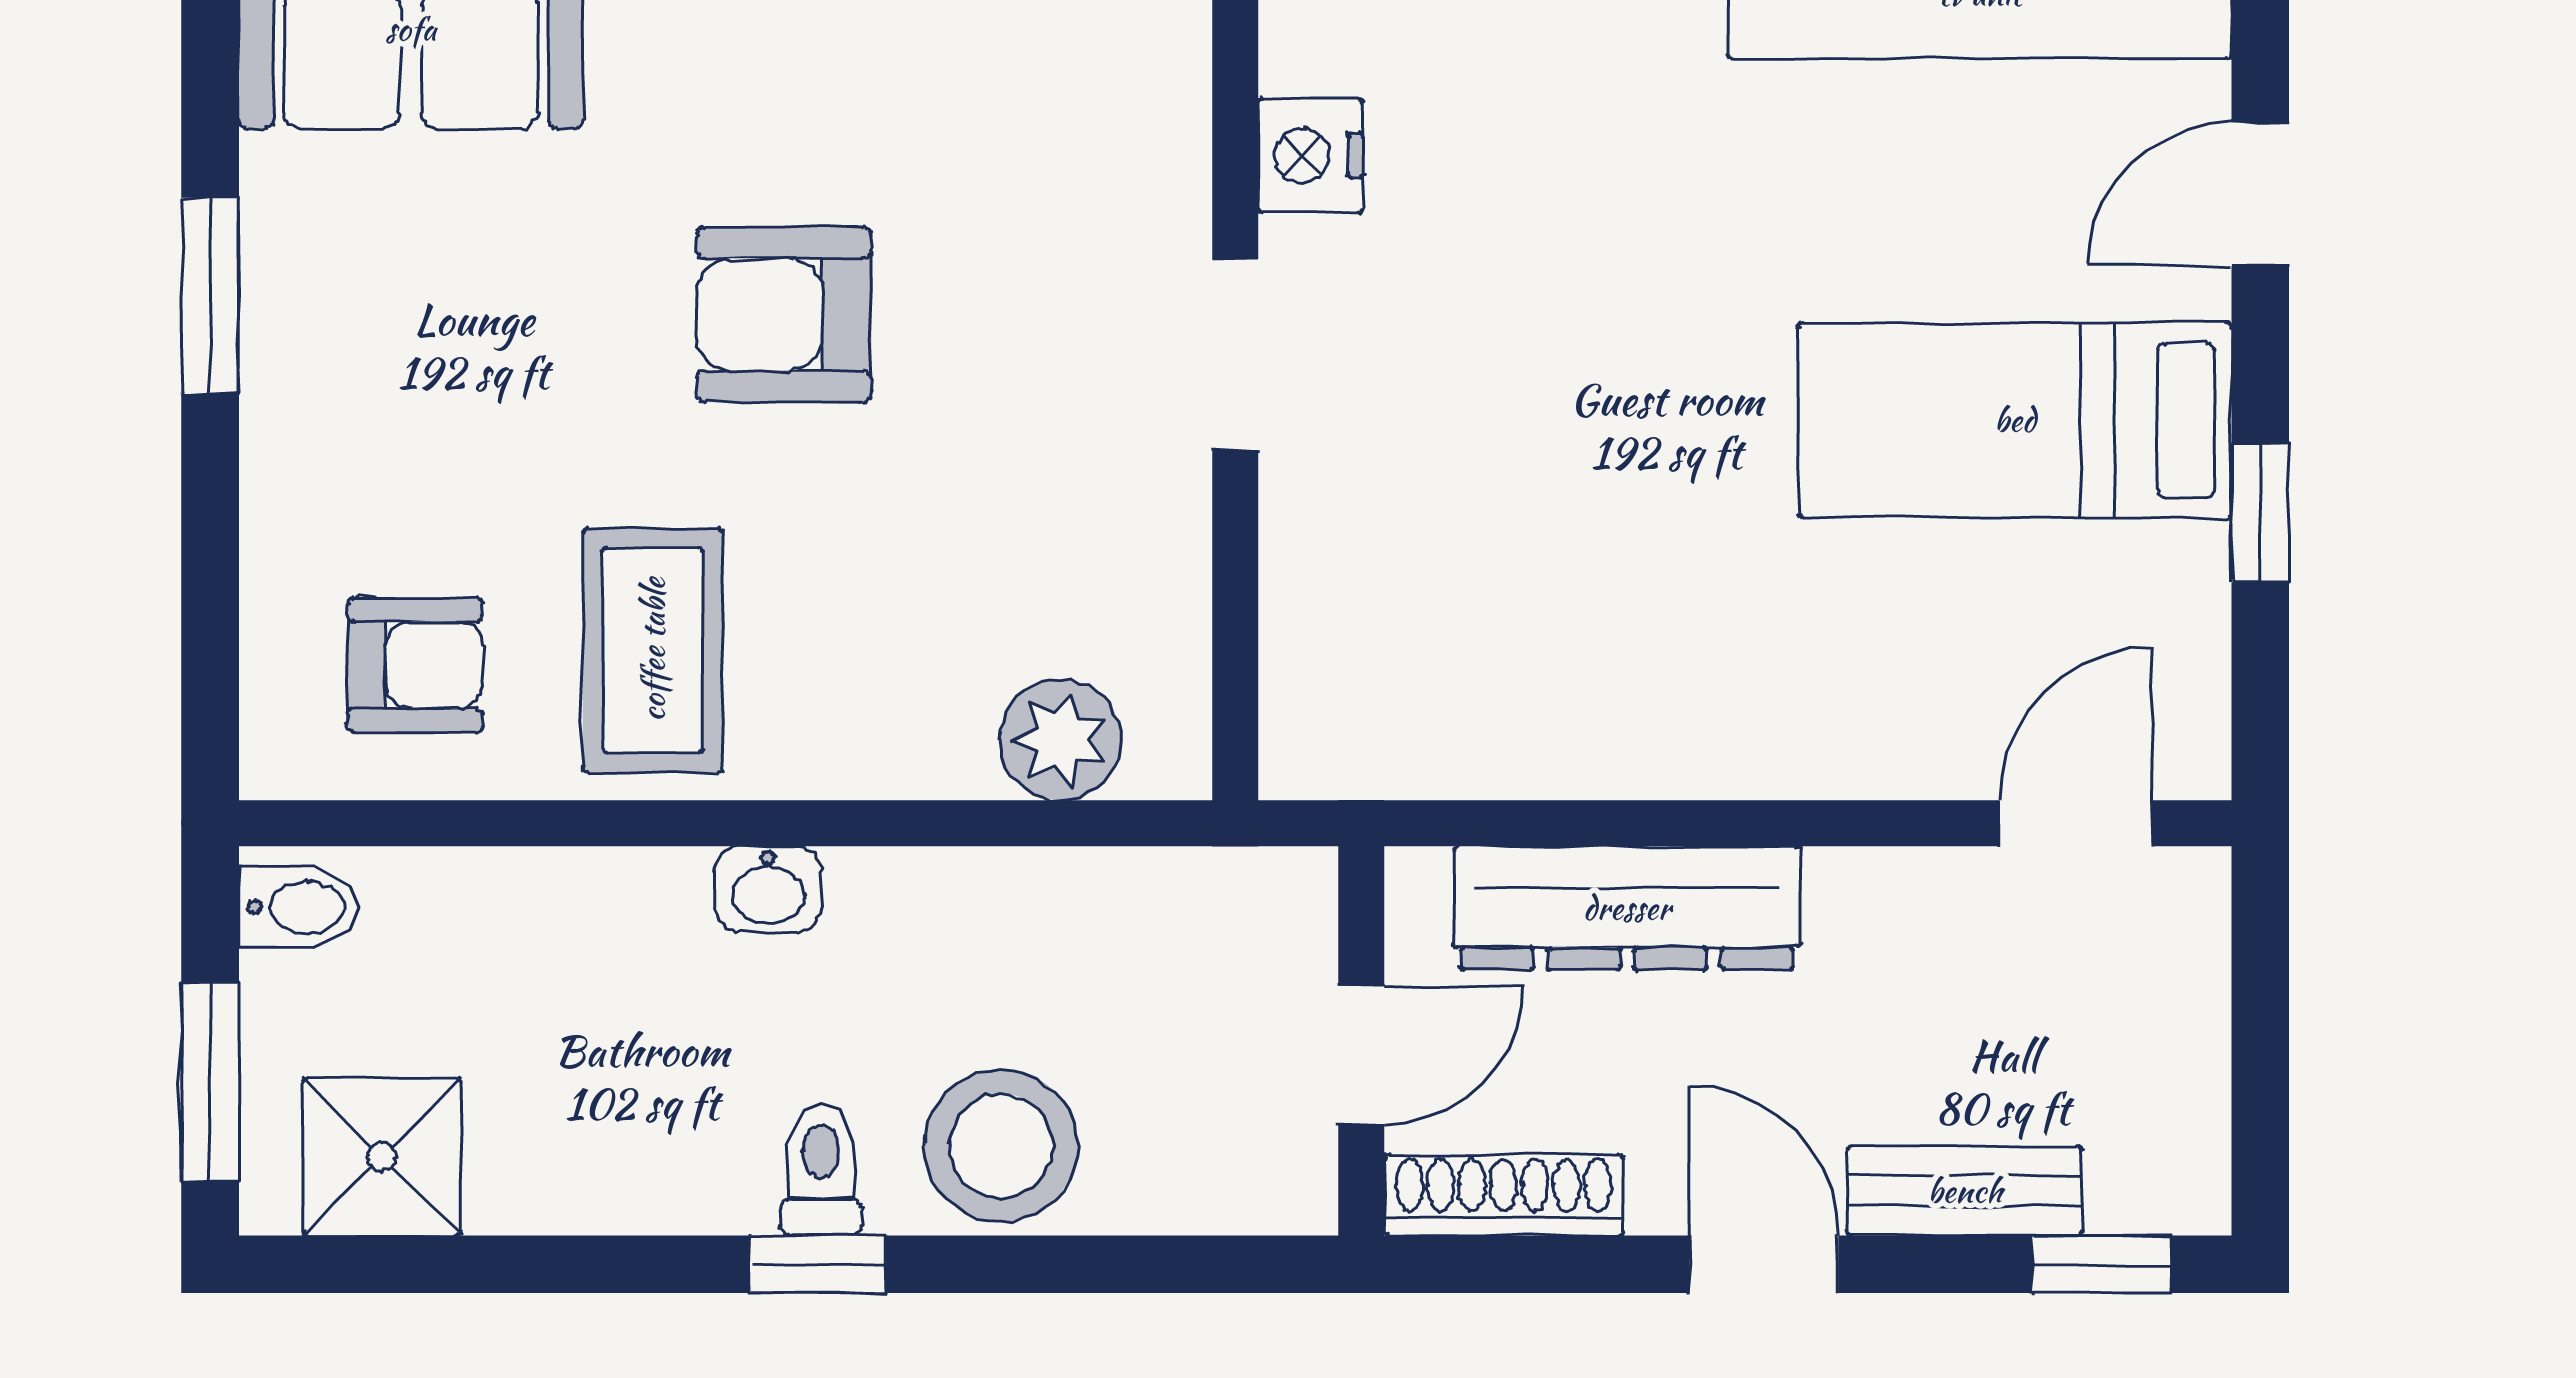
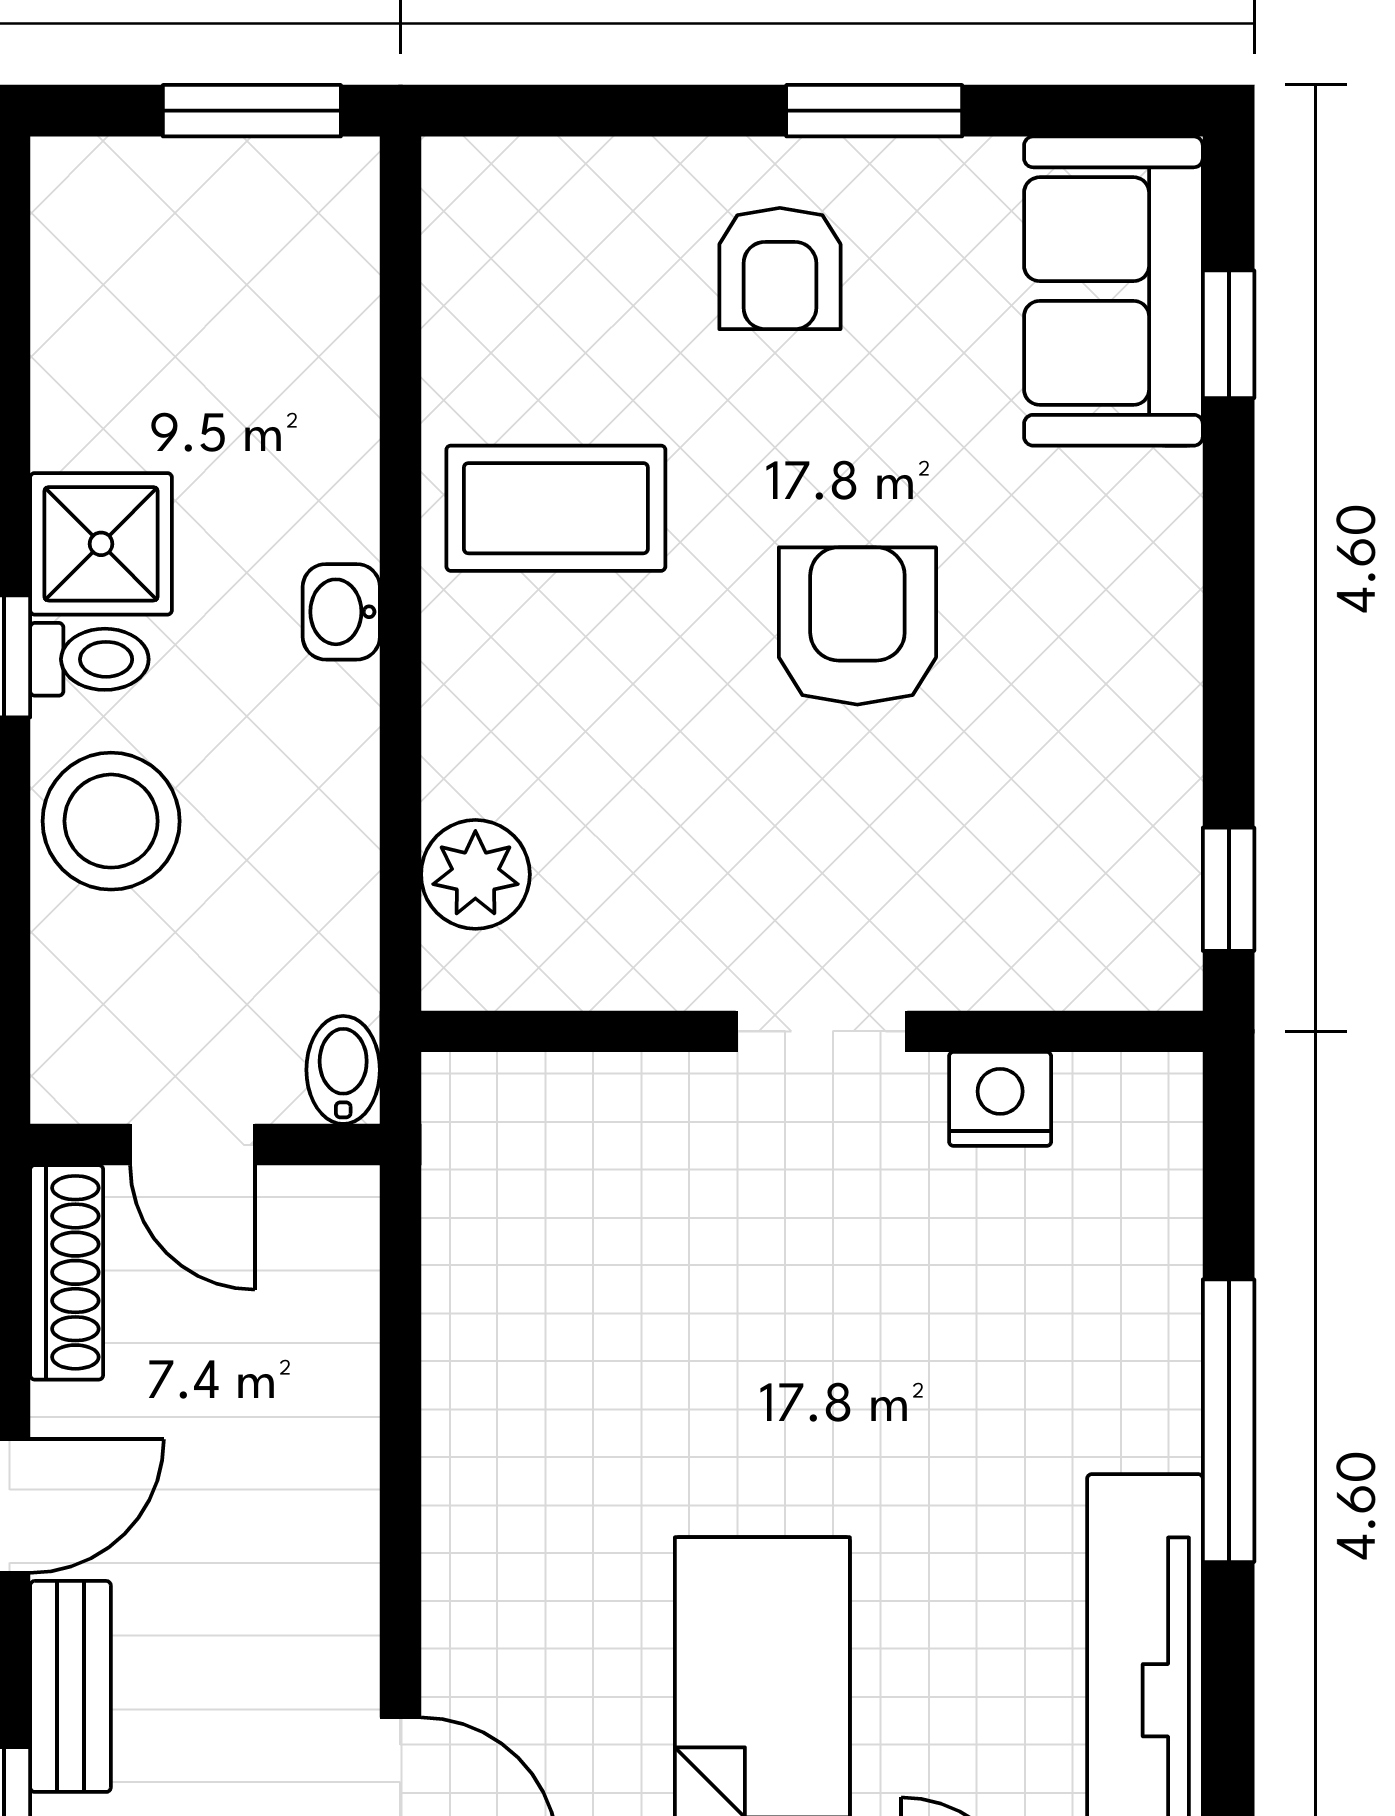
armchair: (415, 665) -> (780, 269), moved
bidet: (299, 907) -> (343, 1070), moved, turned 180
dresser: (1627, 908) -> (324, 1383), removed
window: (210, 1082) -> (252, 111), moved
shower: (382, 1157) -> (101, 544), moved

